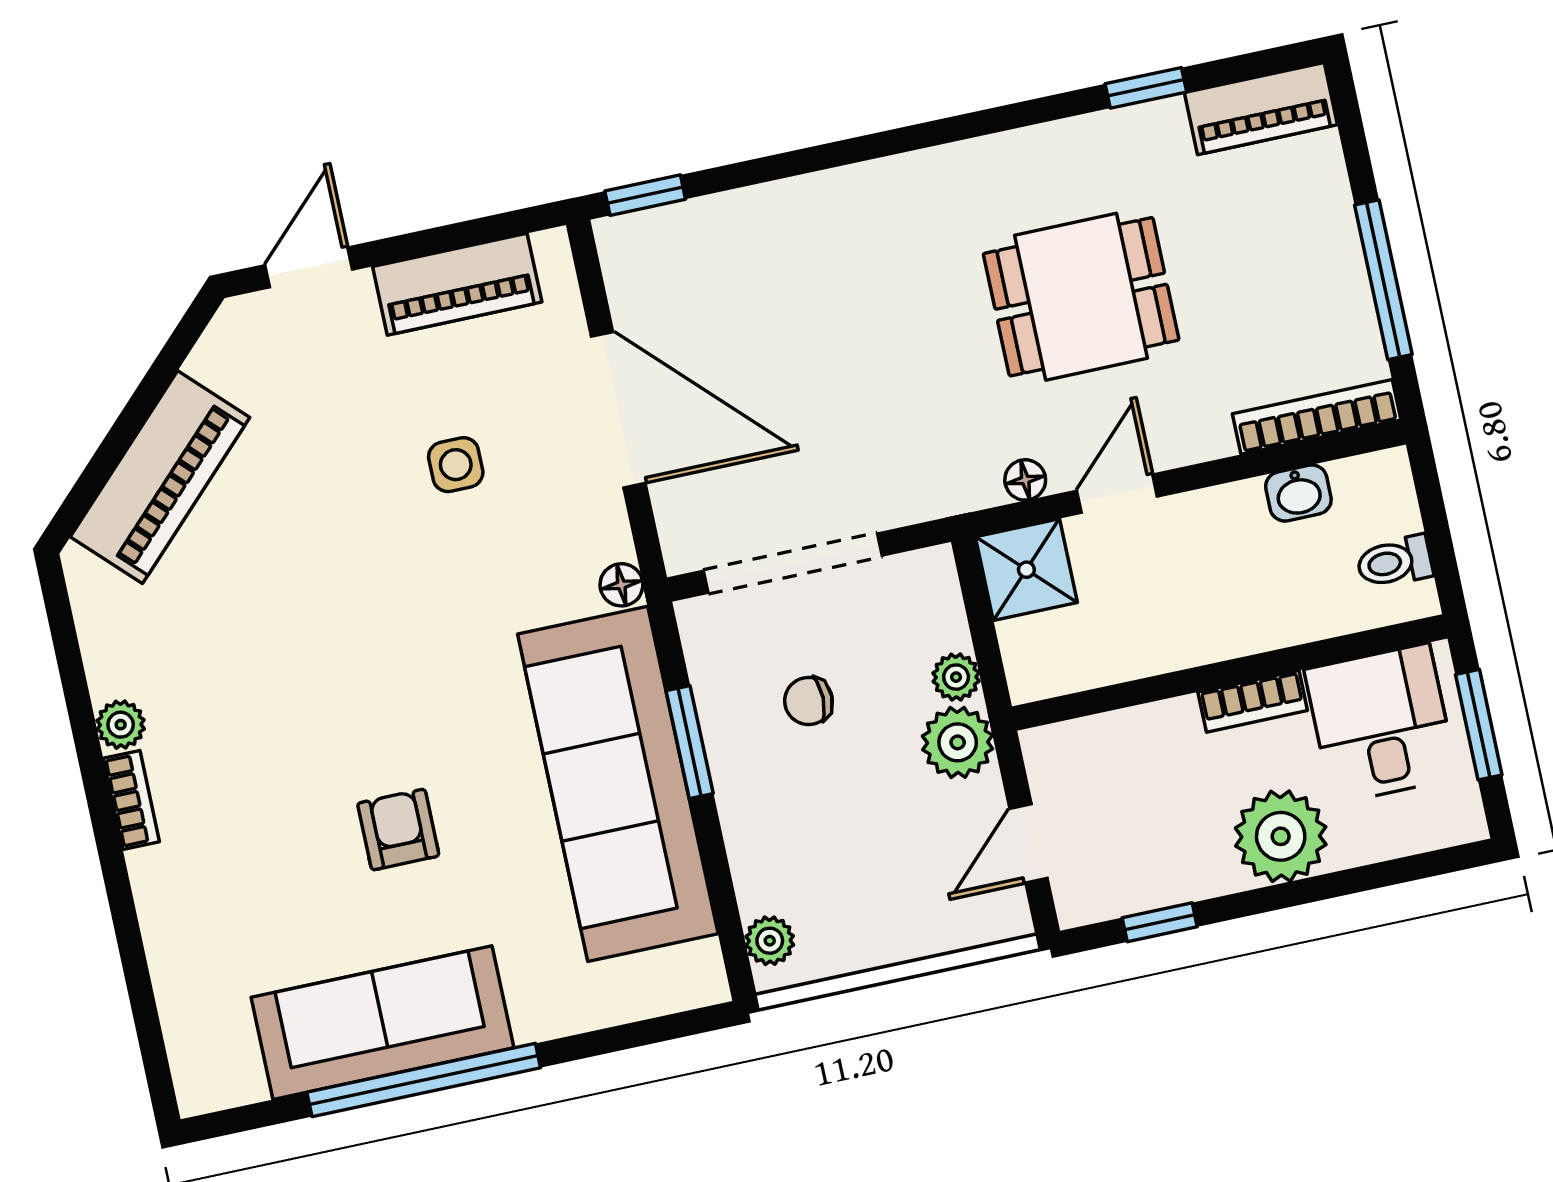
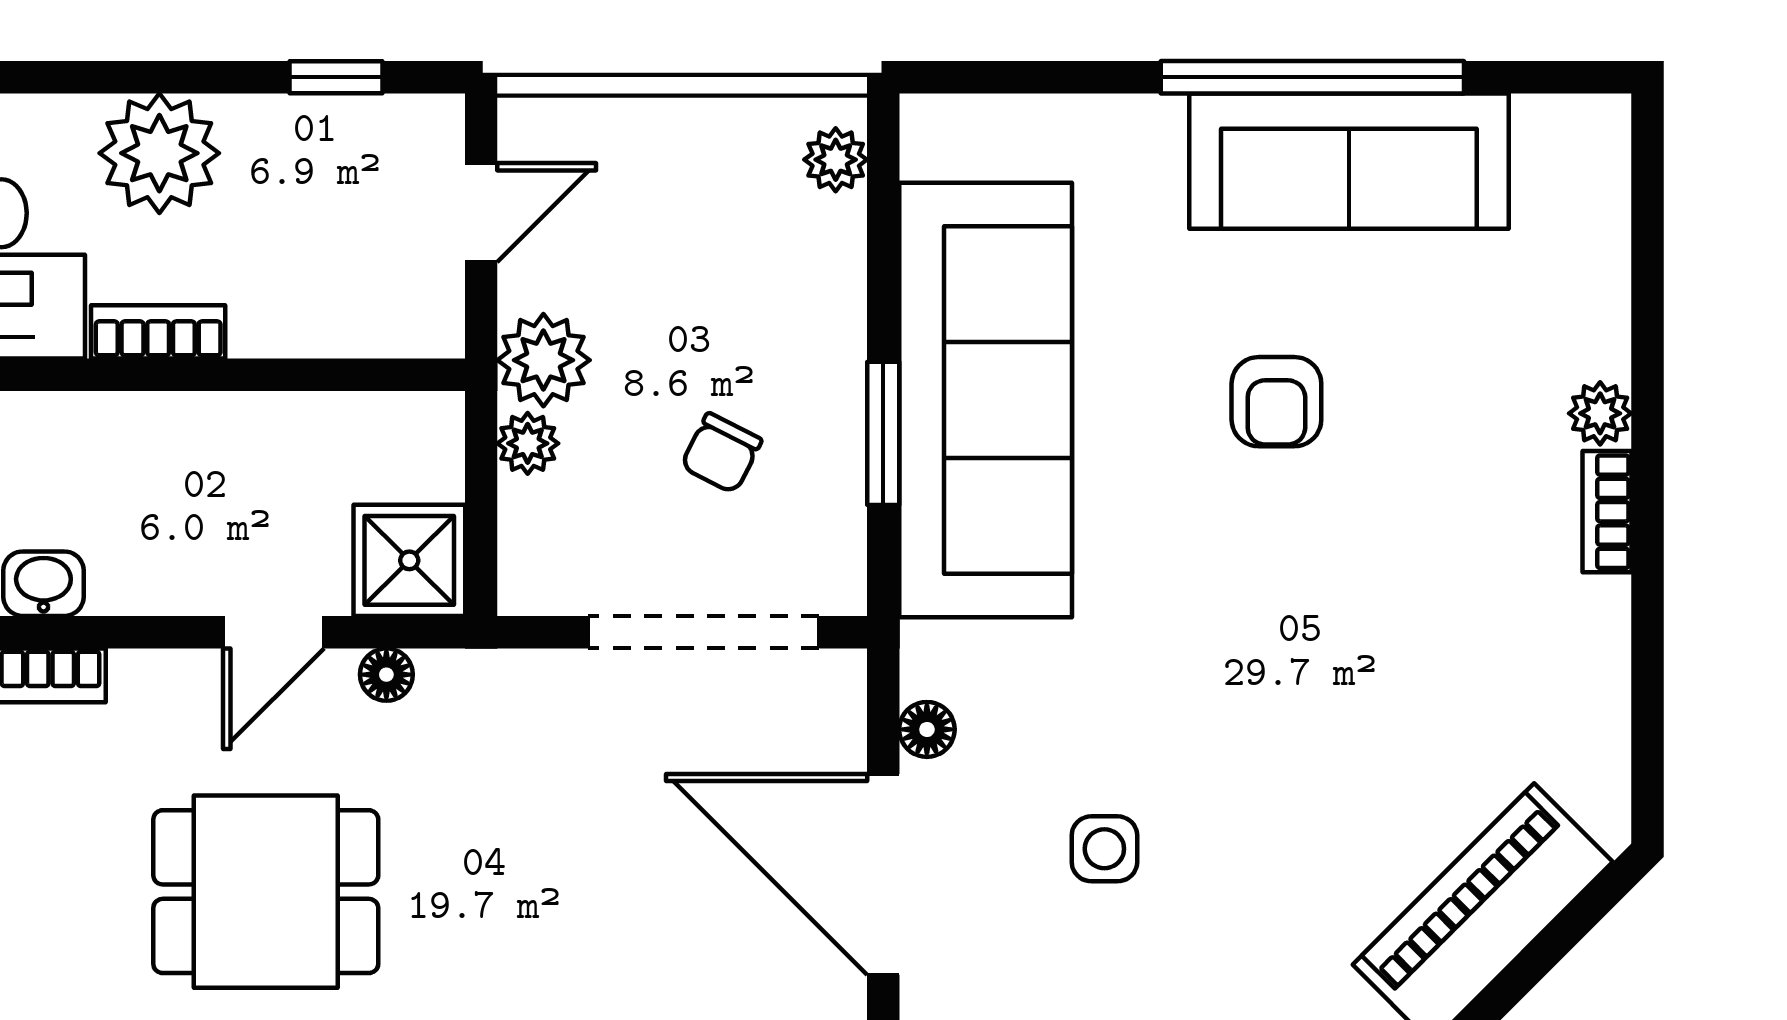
floor lamp: (621, 585) -> (927, 729), moved
chair: (809, 701) -> (721, 453), turned 117
plant: (121, 725) -> (1600, 413), moved

